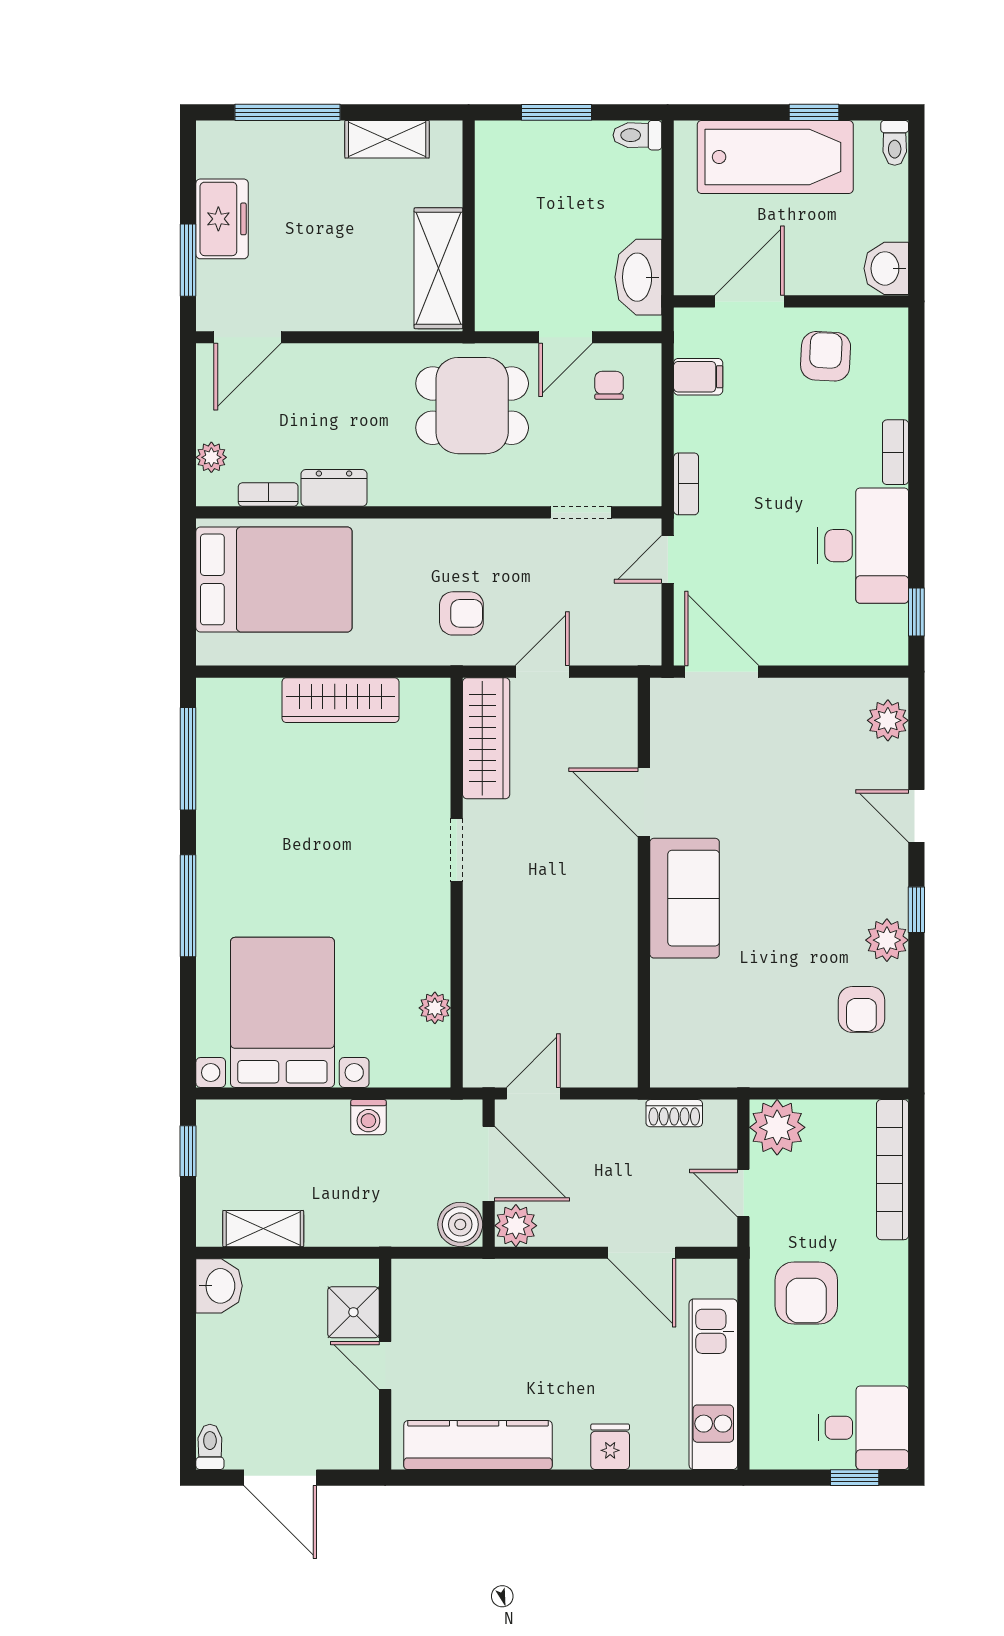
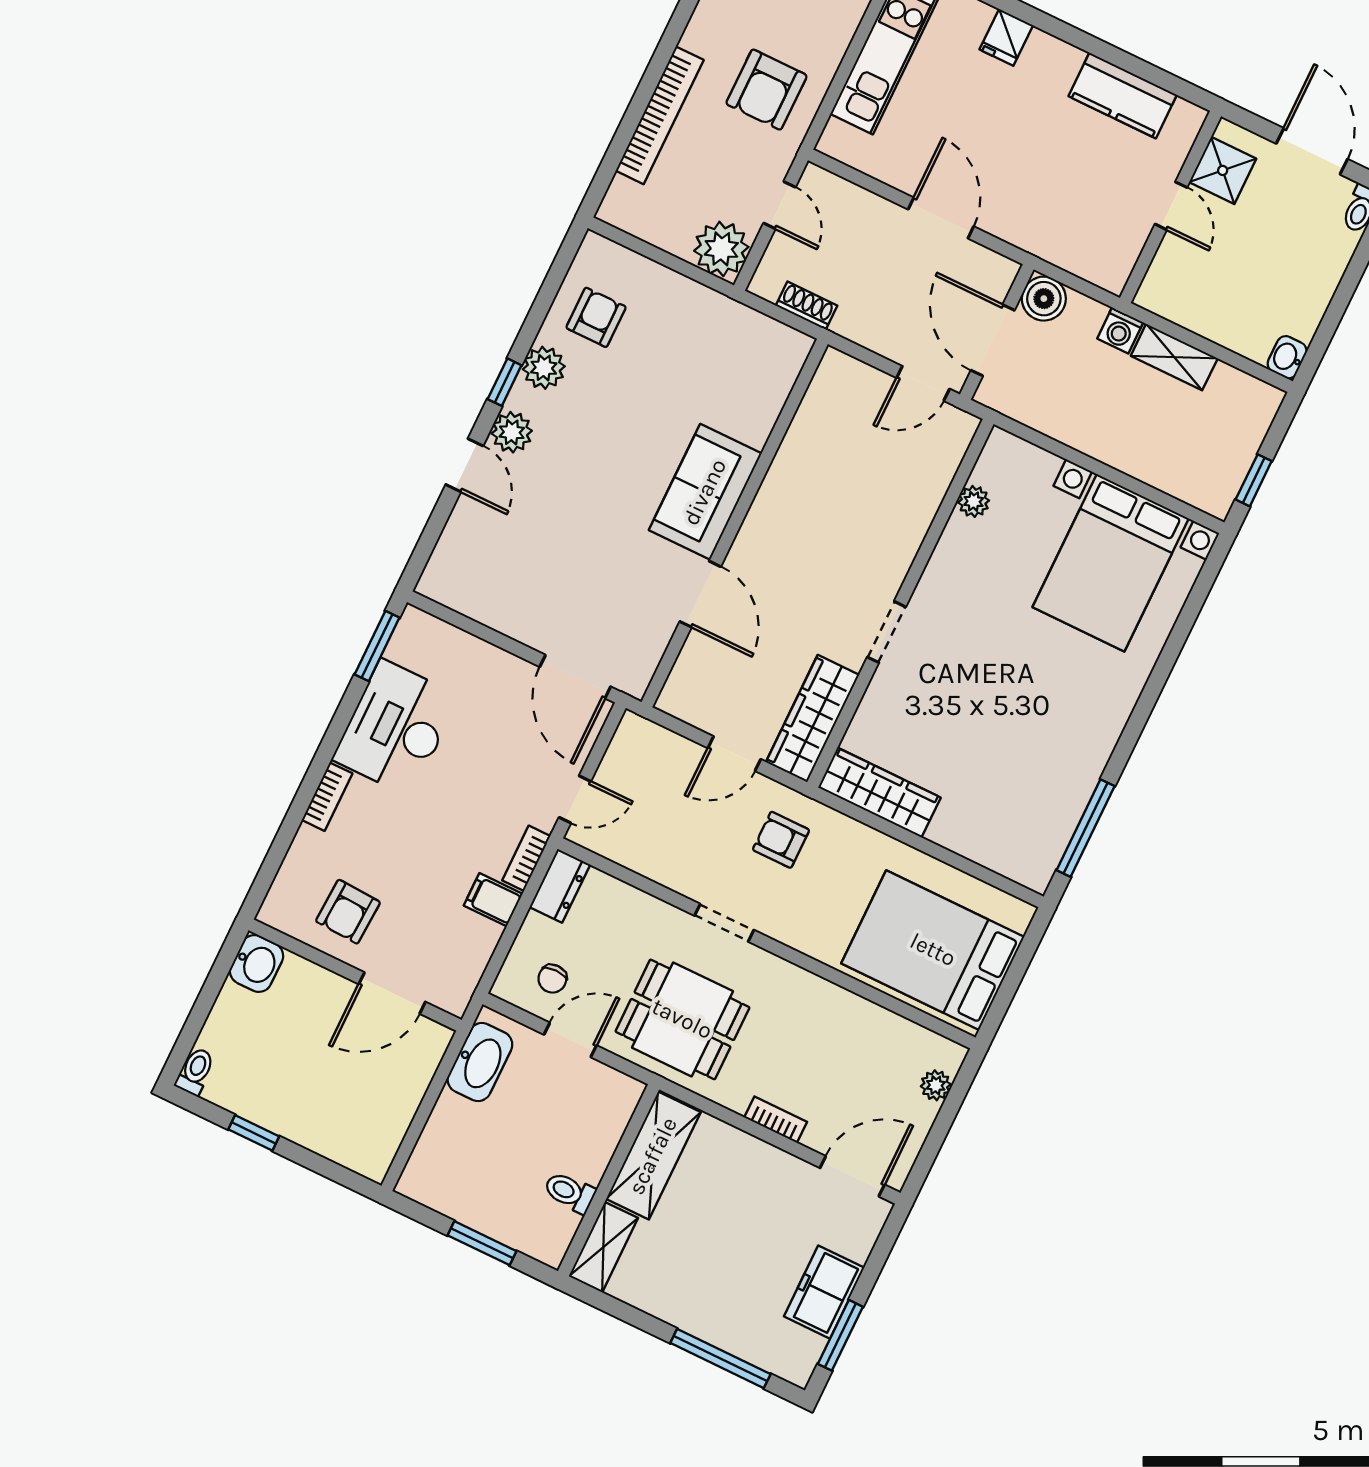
toilet: (637, 135) -> (570, 1192), moved, turned 180
shelving: (387, 139) -> (603, 1247), moved, turned 90
bathtub: (775, 157) -> (307, 1110), removed
window: (188, 260) -> (840, 1335), moved
filing cabinet: (698, 377) -> (493, 900), moved
dresser: (334, 488) -> (560, 886), moved, turned -90
bookcase: (268, 494) -> (776, 1120), moved, turned 180
doorway: (581, 512) -> (724, 923), moved
window: (916, 612) -> (377, 646), width x1.50
wardrobe: (340, 700) -> (879, 792), moved
plant: (888, 720) -> (512, 432), moved
window: (188, 906) -> (1149, 698), removed
washing machine: (368, 1117) -> (1120, 330), moved, turned 180
bookcase: (893, 1170) -> (660, 115), moved
plant: (516, 1226) -> (995, 274), removed
shelving: (263, 1229) -> (1174, 357), moved
door: (642, 1253) -> (941, 218), moved
washbasin: (219, 1286) -> (1287, 357), width x0.72, depth x0.69
armchair: (806, 1293) -> (766, 90), turned 180
shower: (353, 1312) -> (1223, 170), moved
kitchen counter: (478, 1445) -> (1123, 96), width x0.67

